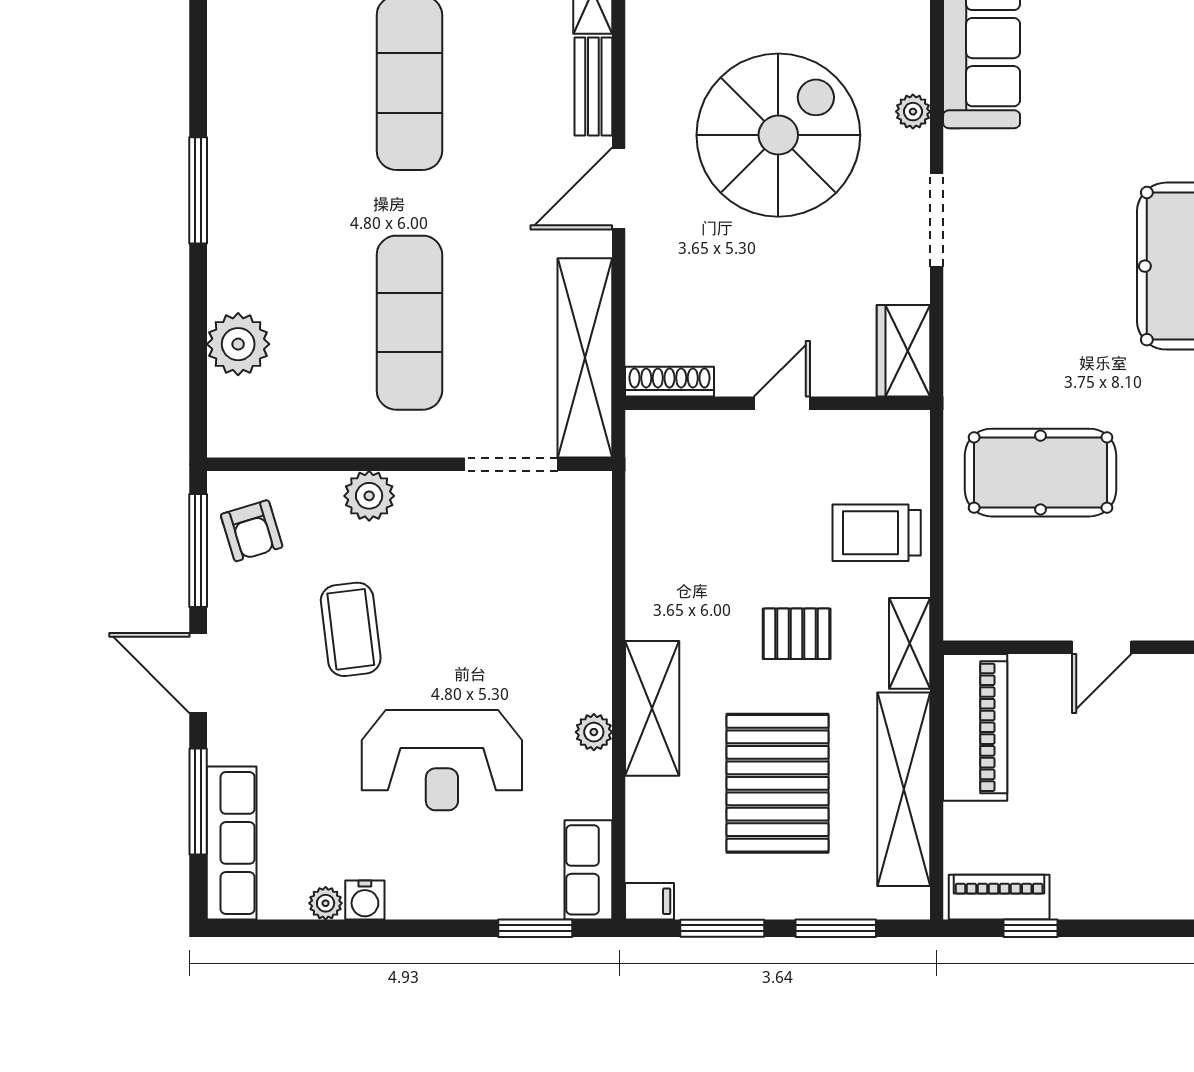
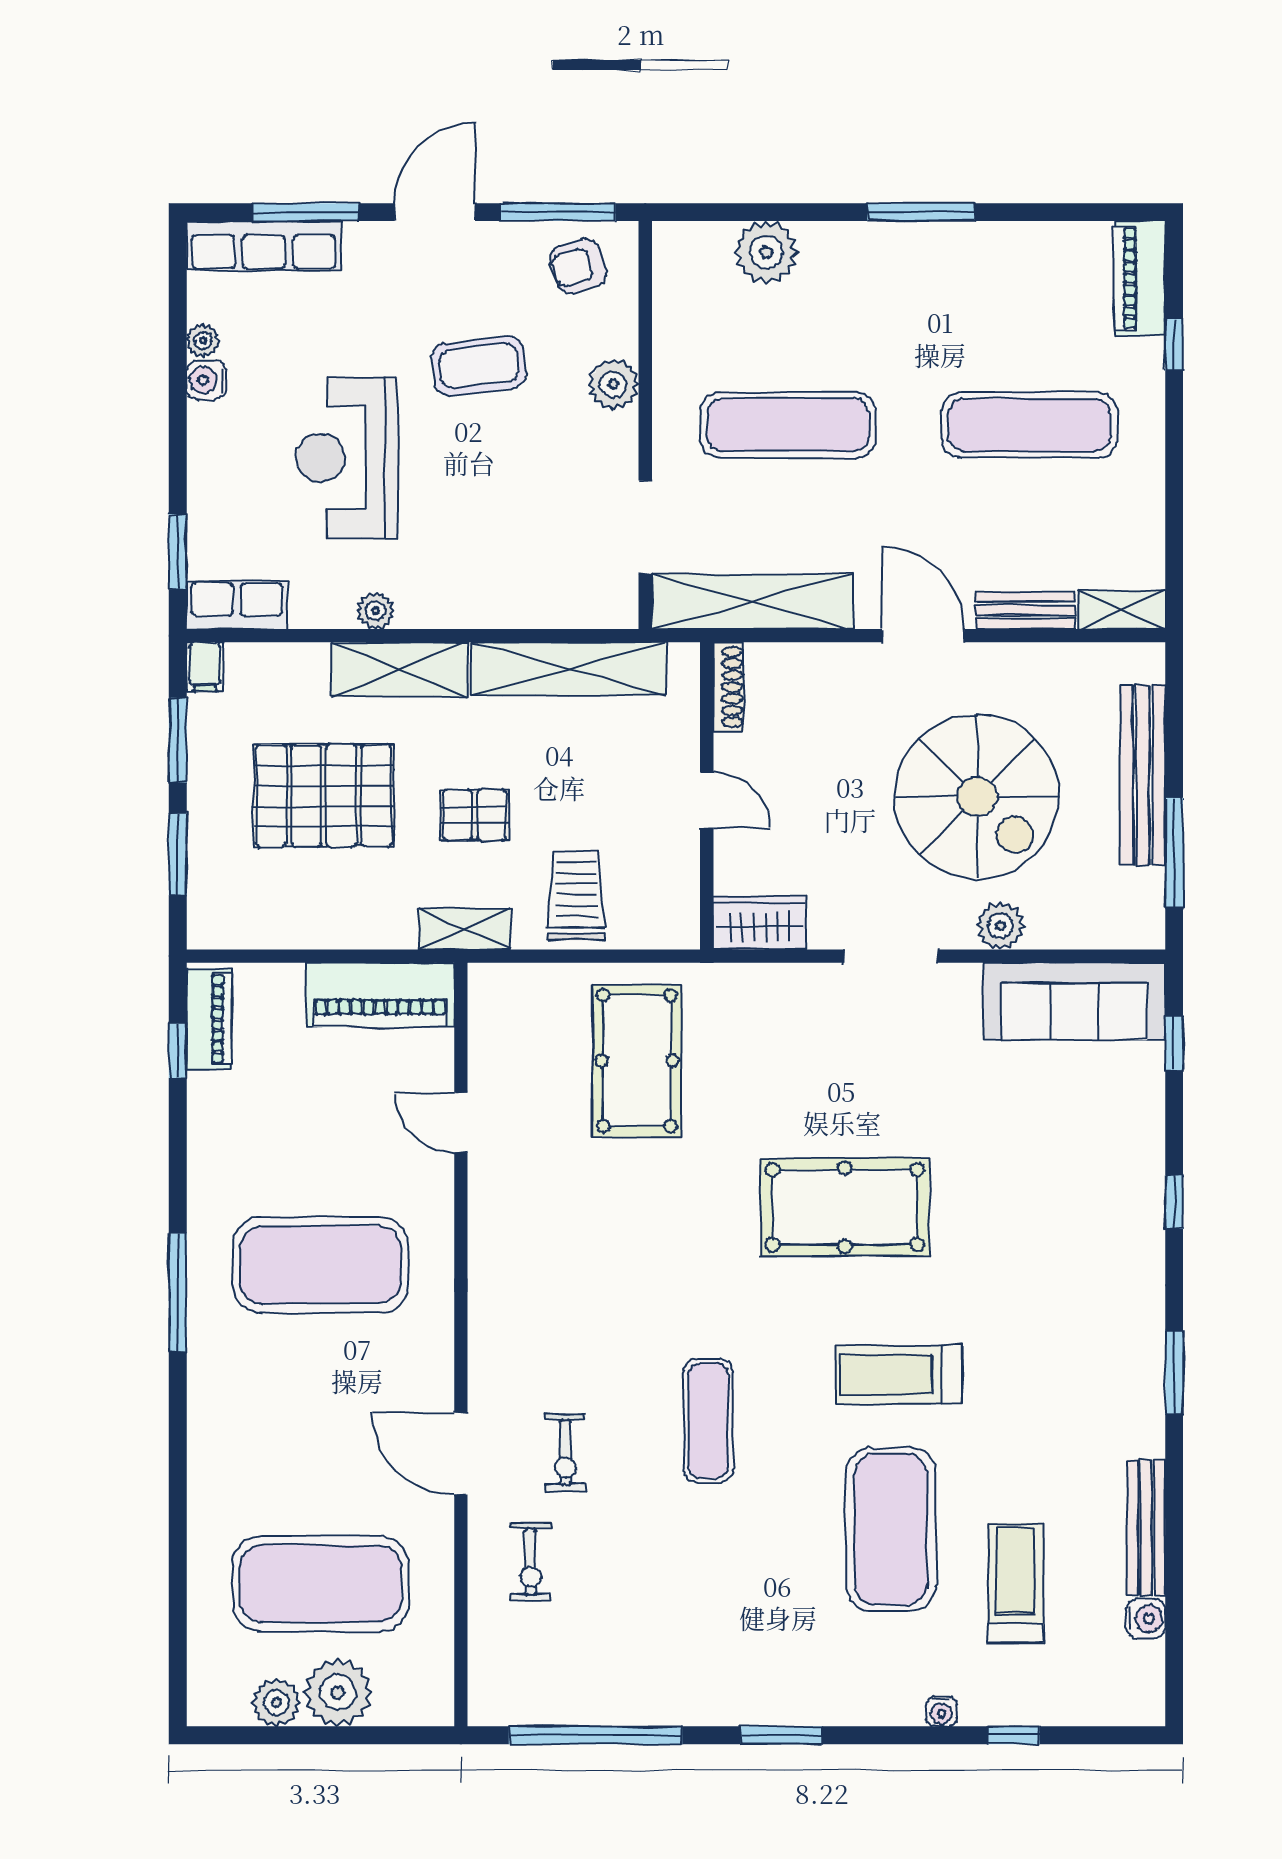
plant: (913, 112) -> (1000, 926), width x1.38, depth x1.38
pallet: (797, 634) -> (474, 815), turned 90
shelving: (904, 789) -> (568, 669), moved

